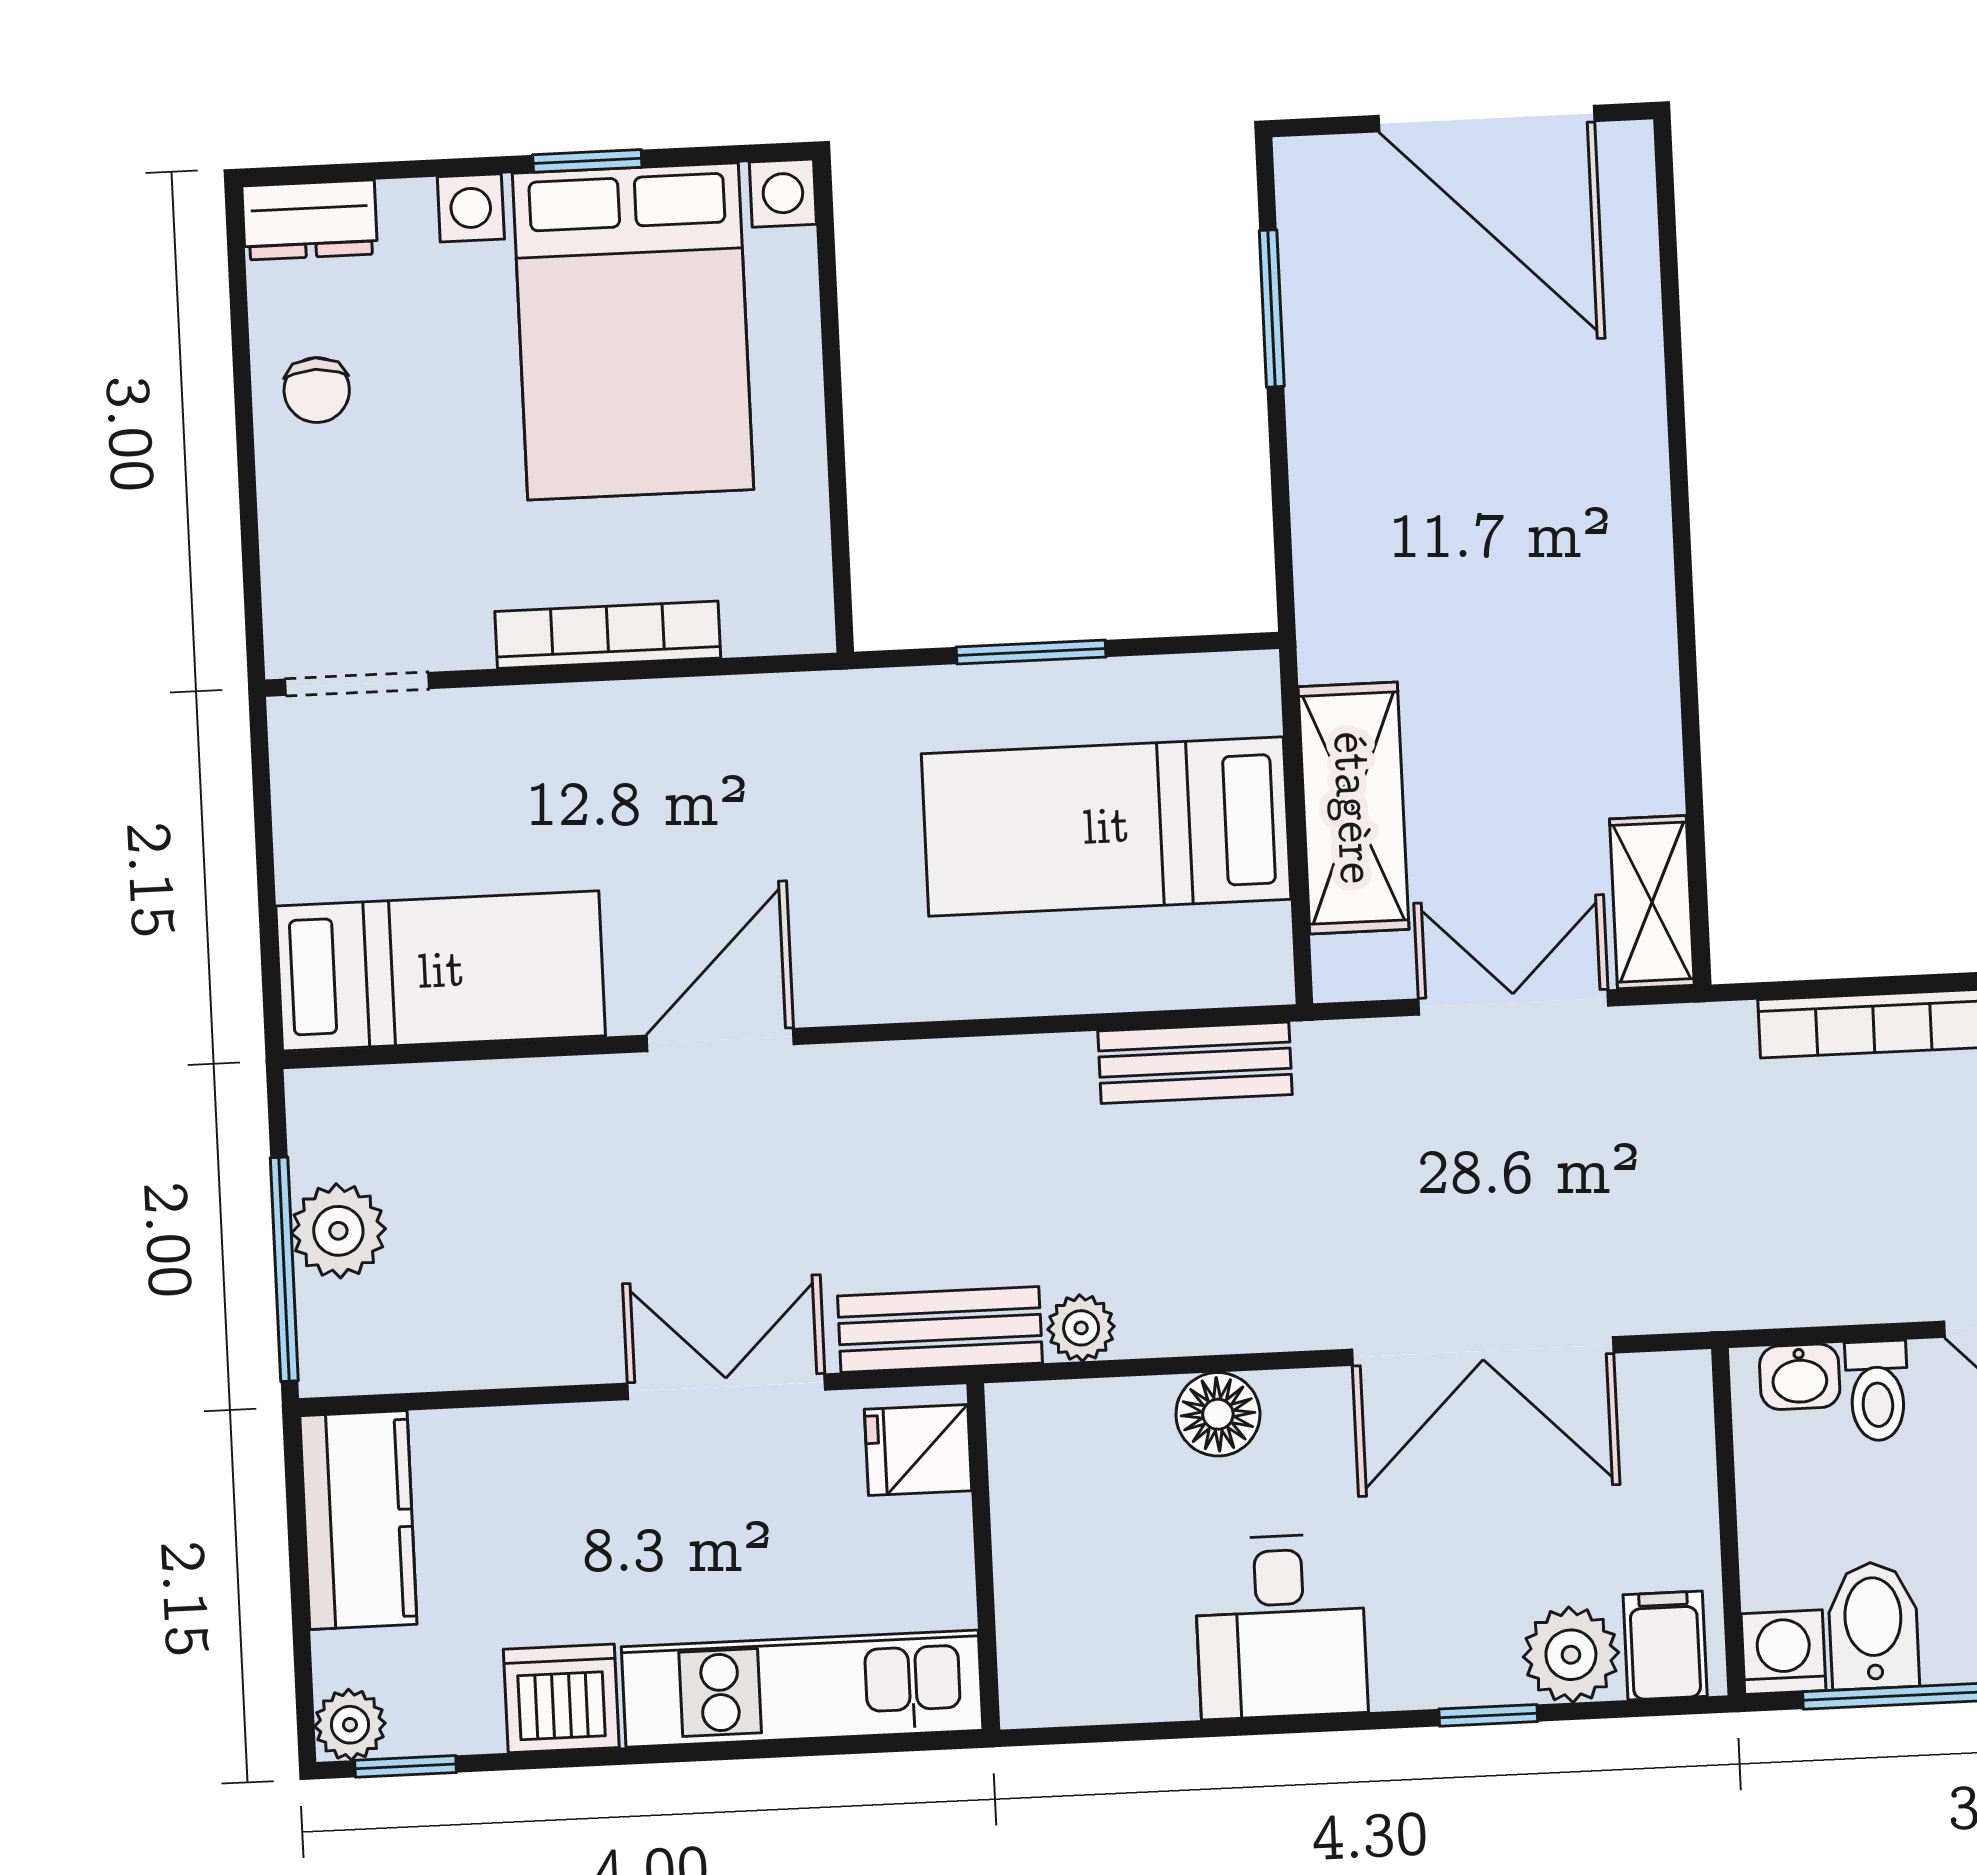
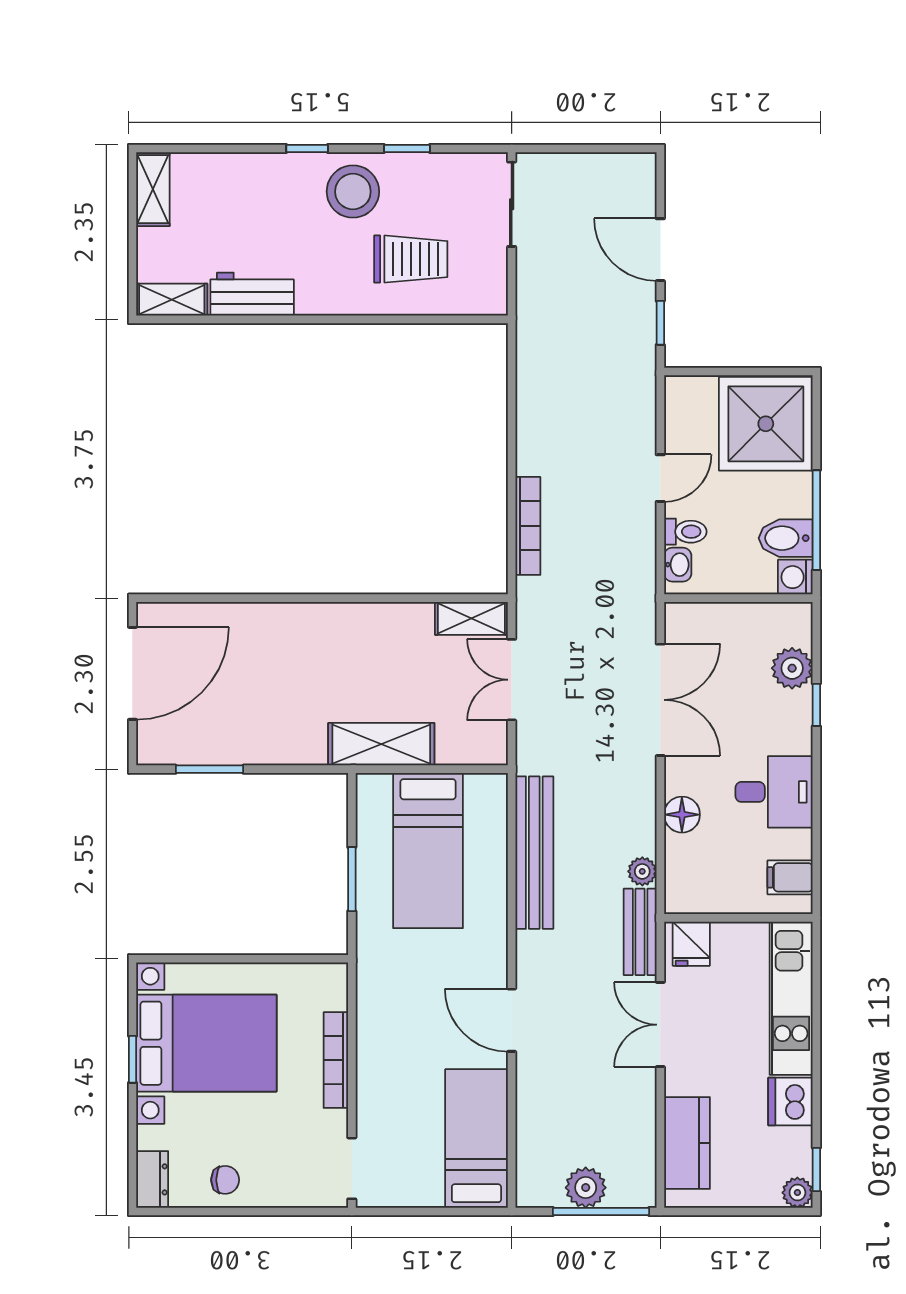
shelving: (1353, 808) -> (381, 744), moved
bench: (1195, 1063) -> (534, 853), width x1.86, depth x1.21
kitchen counter: (358, 1520) -> (687, 1143), moved, turned 90
filing cabinet: (1665, 1645) -> (790, 877), moved

